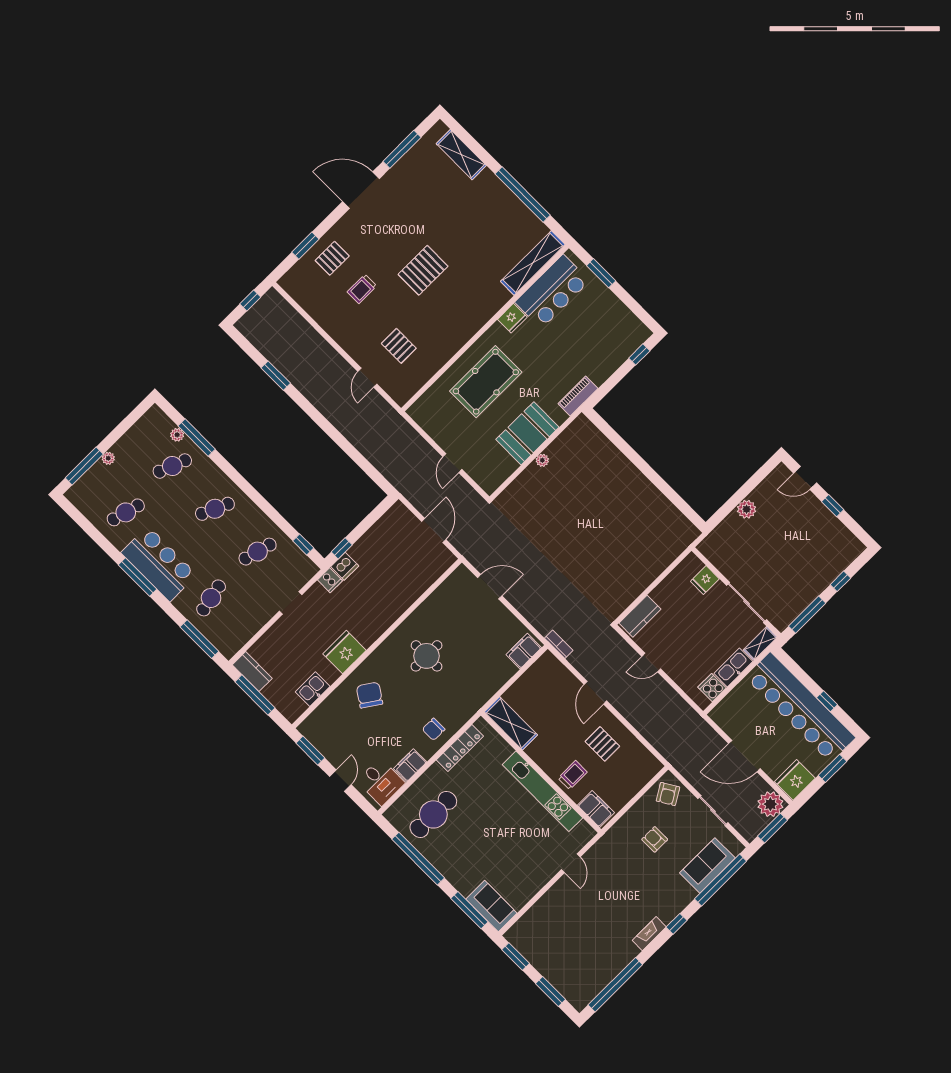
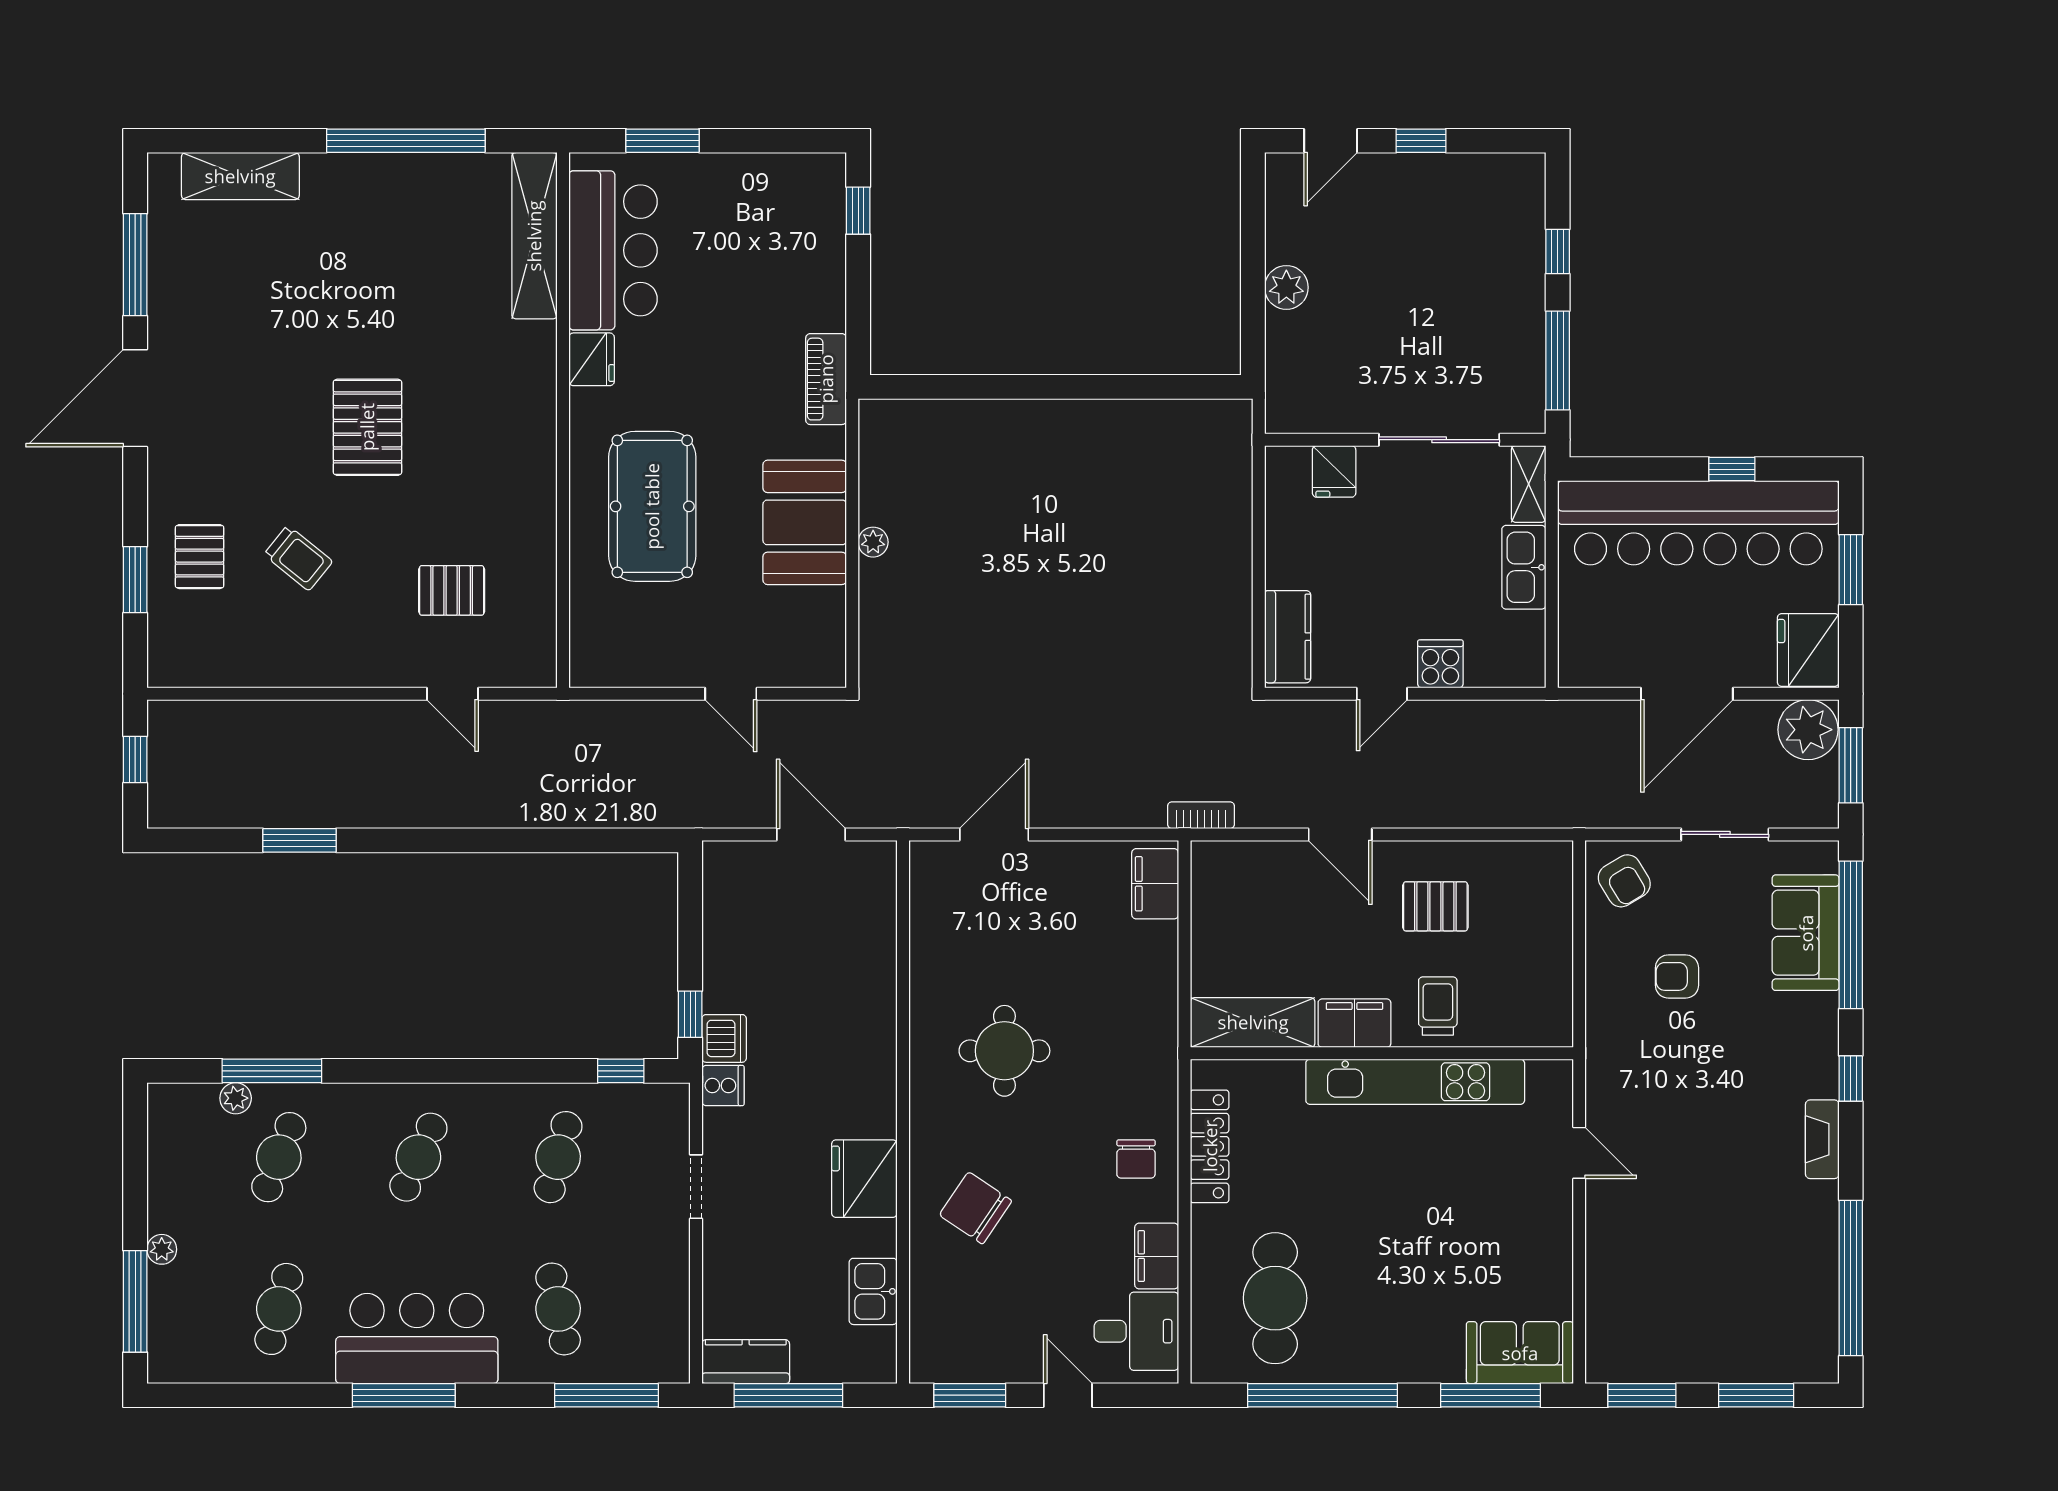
trolley: (362, 289) -> (298, 558), turned -51
cooker: (712, 688) -> (1440, 664), moved, turned 90
filing cabinet: (596, 809) -> (1354, 1023), moved

